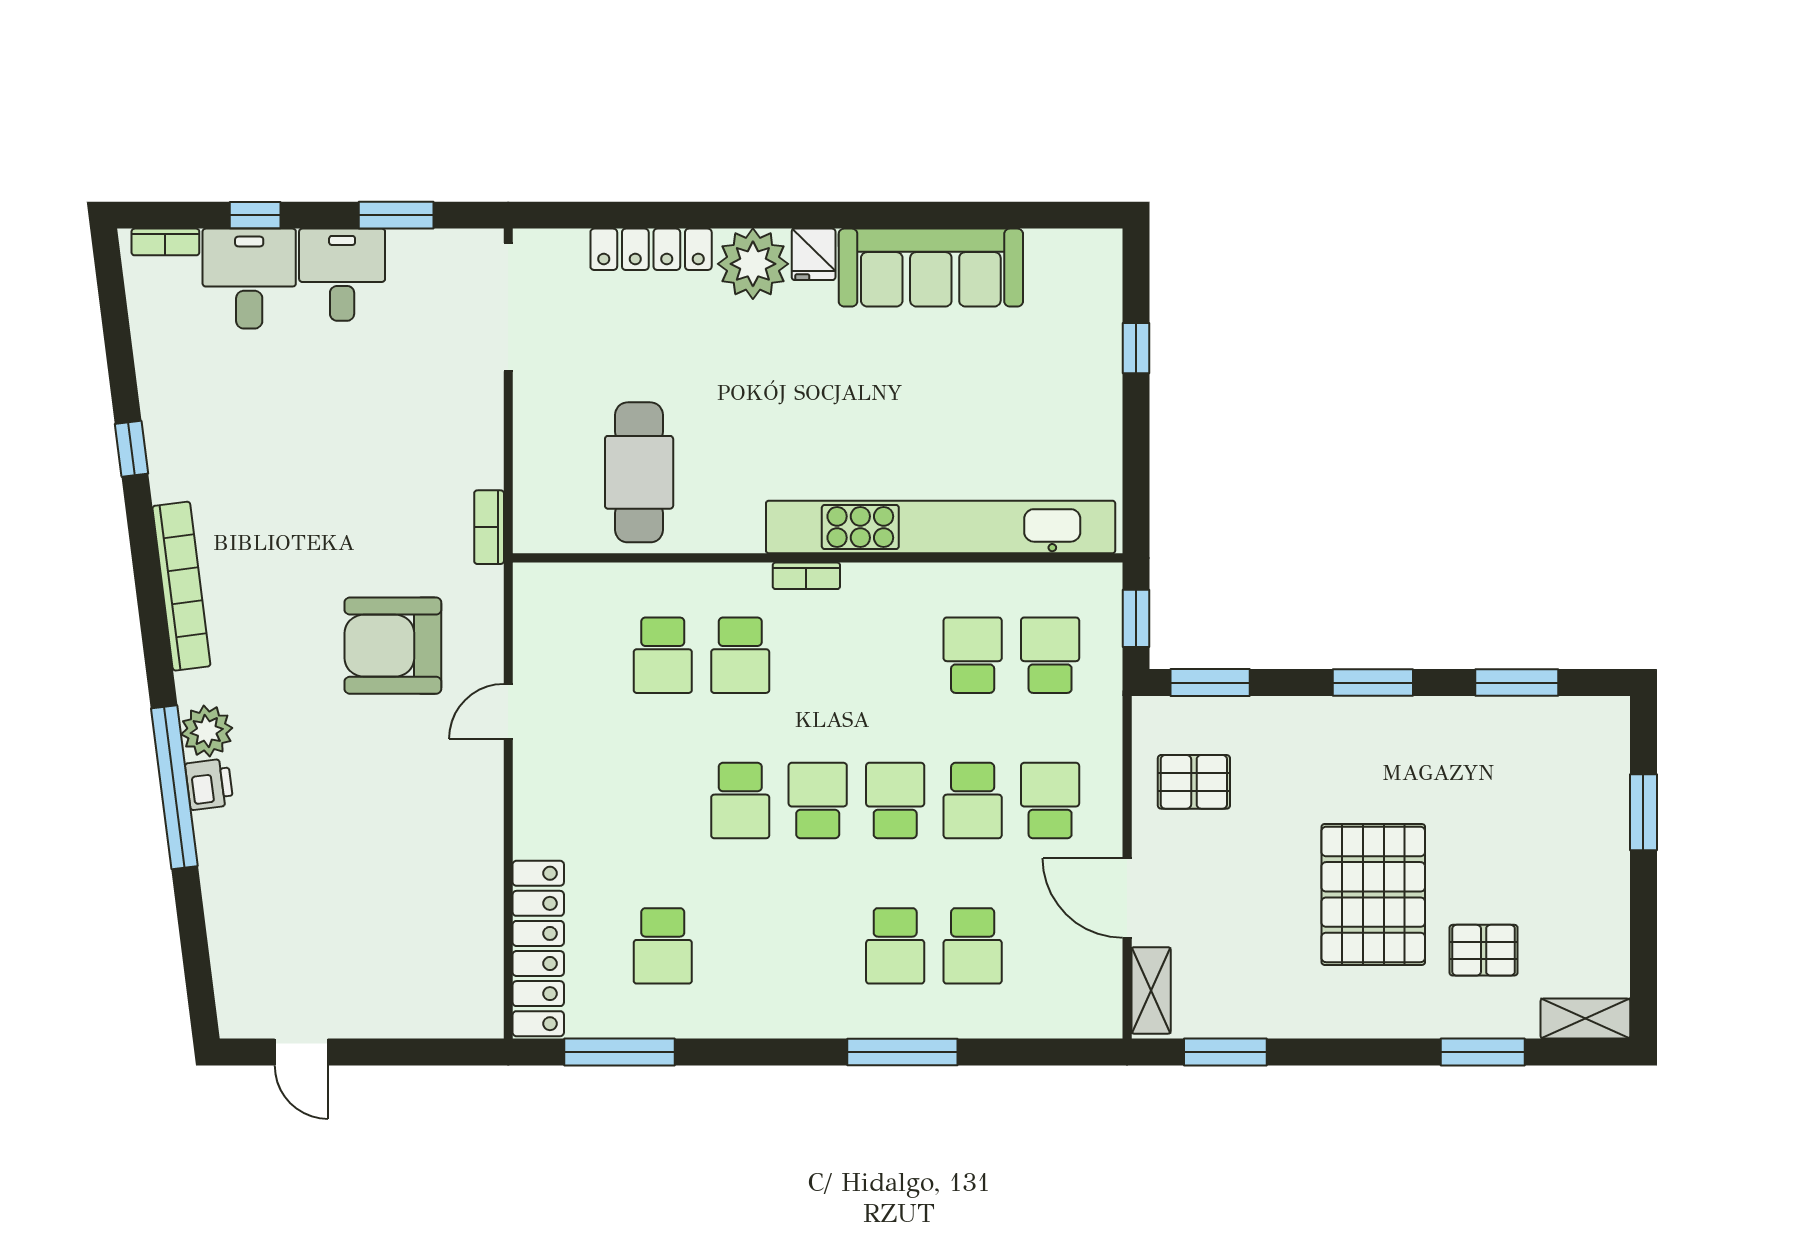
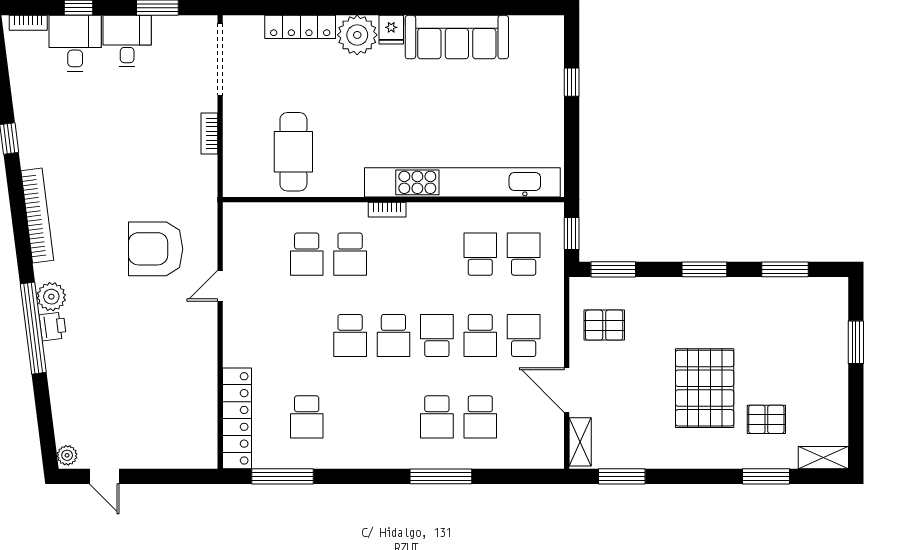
bookcase: (489, 527) -> (209, 134), moved
school desk: (818, 801) -> (393, 336), turned 180
plant: (235, 1014) -> (67, 455), added

